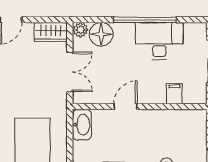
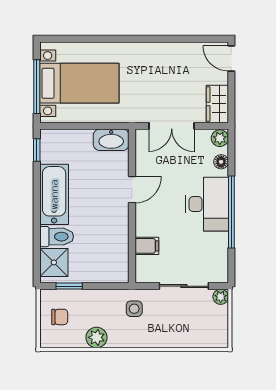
floor lamp: (101, 34) -> (221, 162), width x0.53, depth x0.53
desk: (159, 41) -> (207, 204), moved
door: (125, 107) -> (132, 190), hinge flipped

